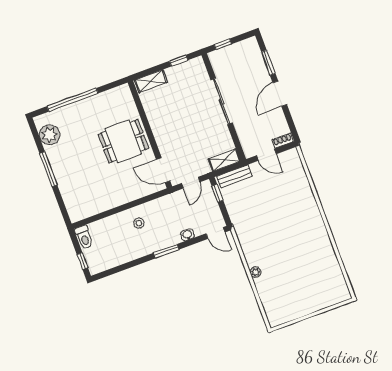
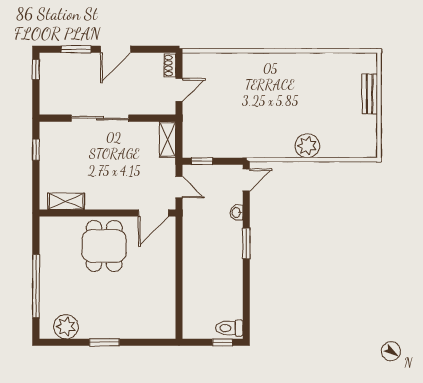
window: (223, 44) -> (36, 69), moved
shelving: (151, 81) -> (66, 201), moved, turned 90
door: (280, 94) -> (116, 49), hinge flipped
window: (48, 169) -> (104, 342), width x0.69
bench: (234, 176) -> (370, 94), moved
stool: (139, 223) -> (203, 263), removed
toilet: (84, 237) -> (229, 328), moved, turned 180
plant: (255, 272) -> (307, 146), width x1.87, depth x1.87

